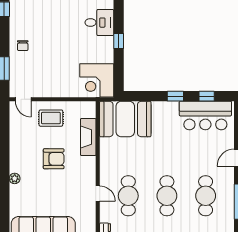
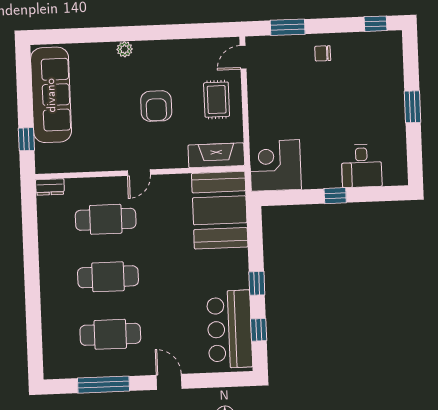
fireplace: (88, 137) -> (216, 155), moved
door: (98, 194) -> (139, 173), moved

